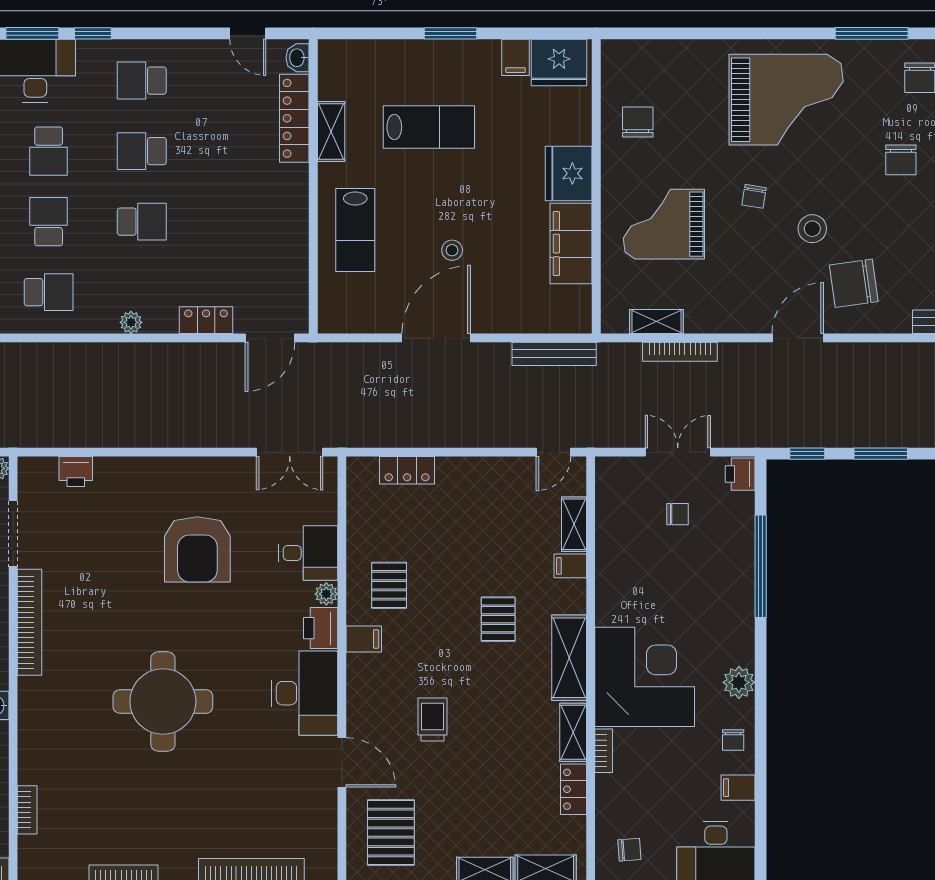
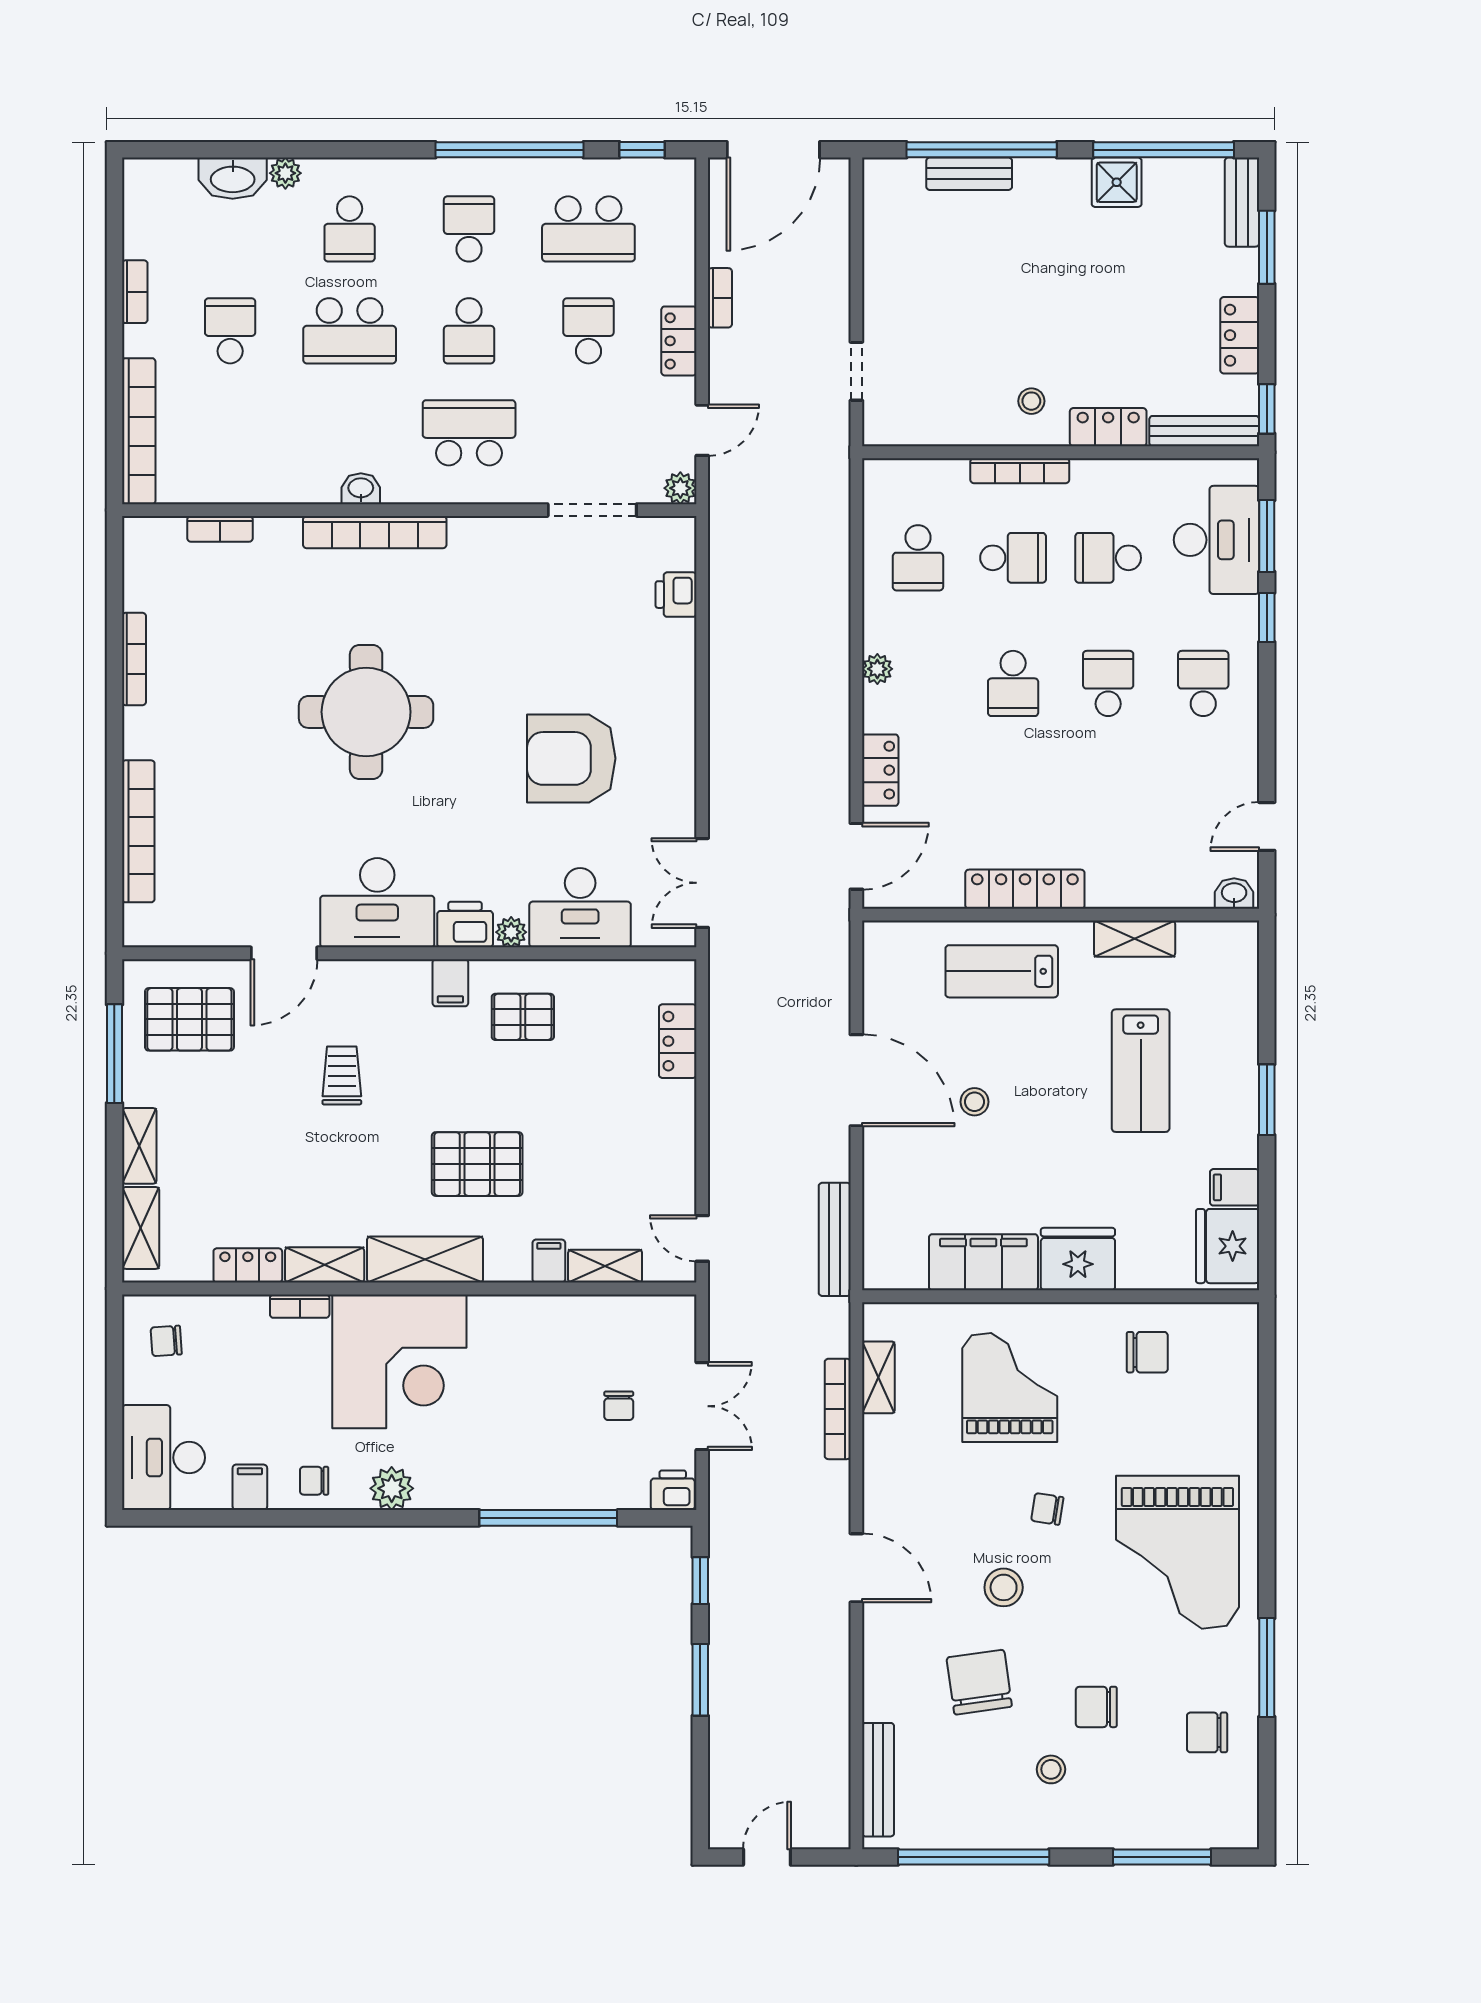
locker: (294, 118) -> (1025, 889), moved
chair: (854, 283) -> (979, 1682), moved
door: (270, 338) -> (856, 856), swing flipped
desk: (308, 553) -> (580, 908), width x1.37
pallet: (498, 619) -> (477, 1164), width x1.50, depth x1.42
bookcase: (29, 622) -> (375, 532), moved
trolley: (432, 719) -> (342, 1075), turned -90
chair: (629, 850) -> (166, 1341), turned 90

